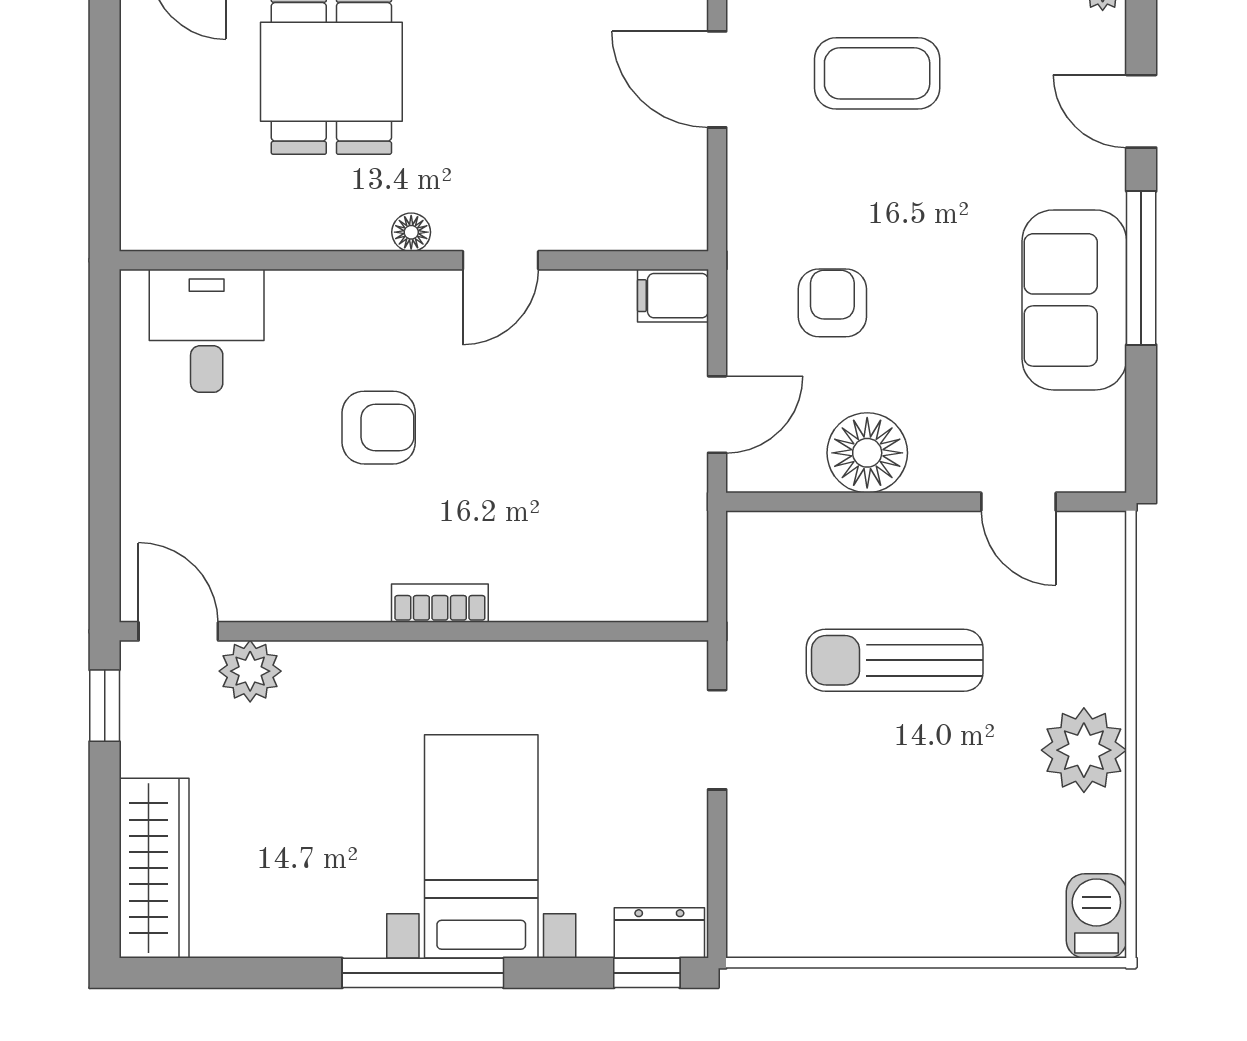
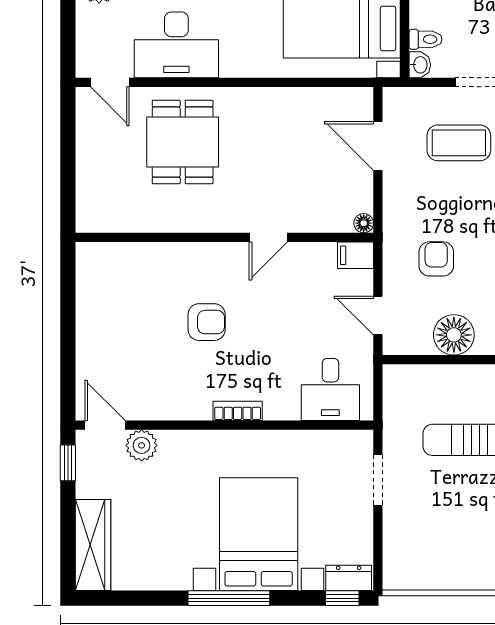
floor lamp: (411, 232) -> (364, 223), moved
desk: (207, 331) -> (330, 390), moved, turned 180
door: (717, 415) -> (378, 316), swing flipped
bed with nightstands: (481, 846) -> (259, 534), width x1.36

